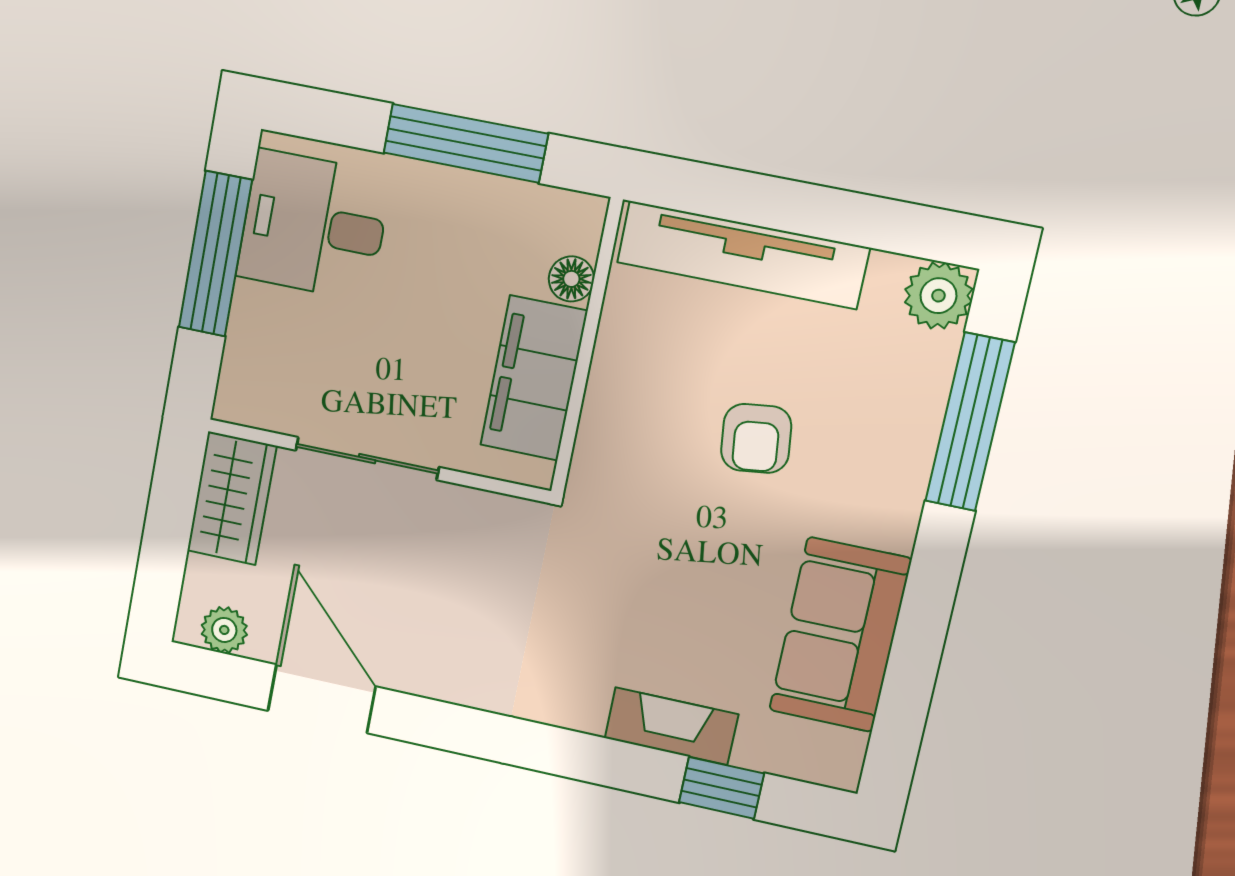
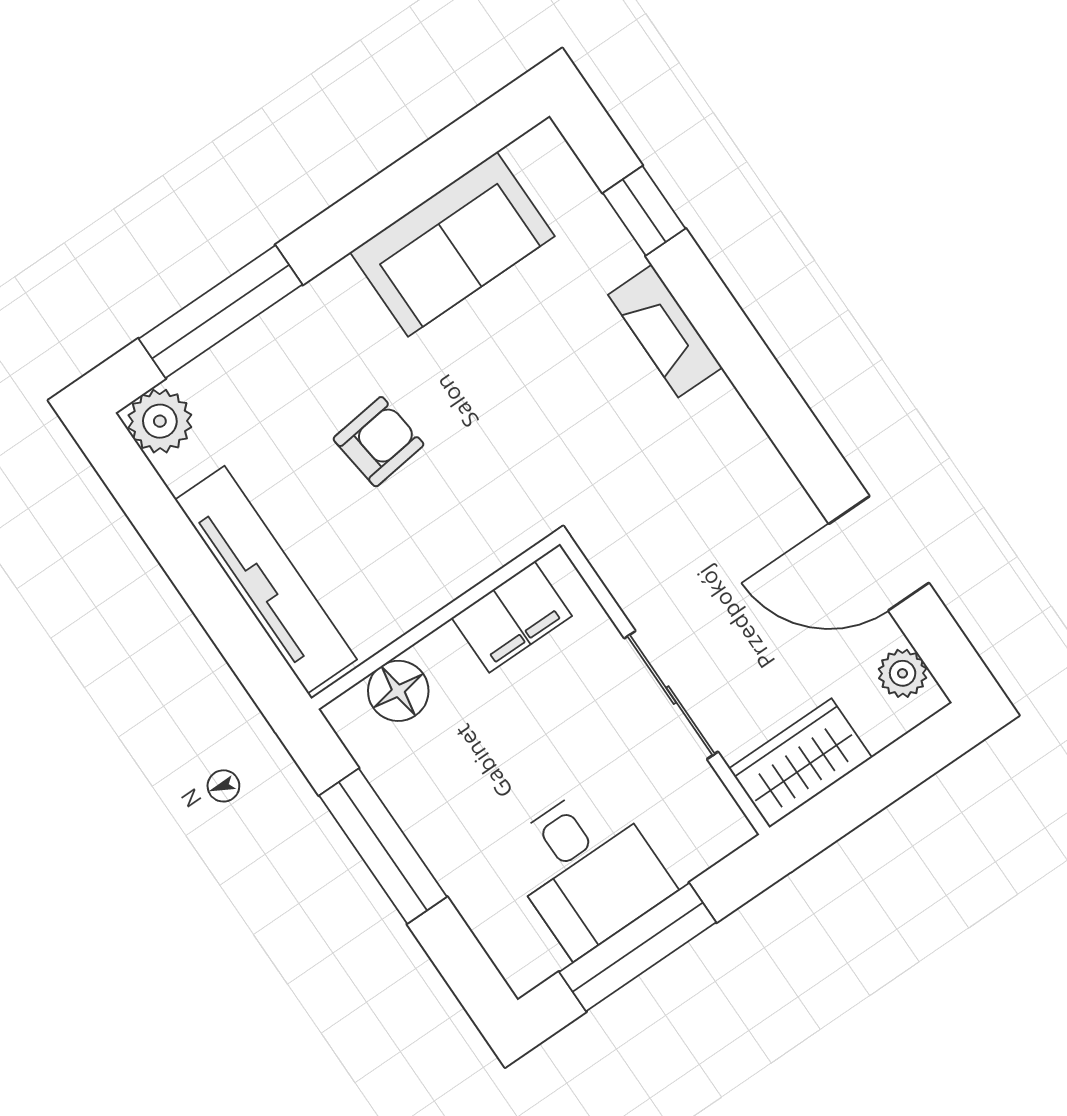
desk: (314, 225) -> (587, 869), moved
floor lamp: (571, 279) -> (398, 691), width x1.37, depth x1.37
filing cabinet: (534, 378) -> (512, 617), width x0.67, depth x0.86
door: (322, 699) -> (879, 553), hinge flipped
fireplace: (671, 726) -> (665, 331), moved

